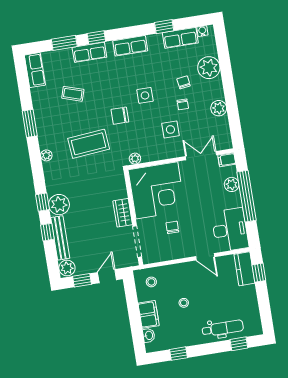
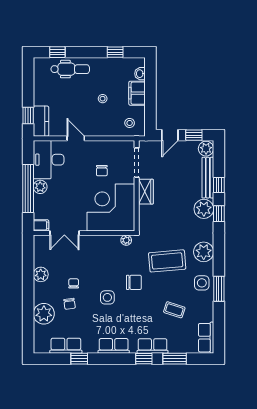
water cooler: (202, 31) -> (44, 349), removed
side table: (170, 129) -> (202, 283), moved
plant: (46, 155) -> (204, 252), width x1.88, depth x1.88
plant: (232, 184) -> (40, 187), moved
dental chair: (223, 328) -> (70, 69), turned 180

